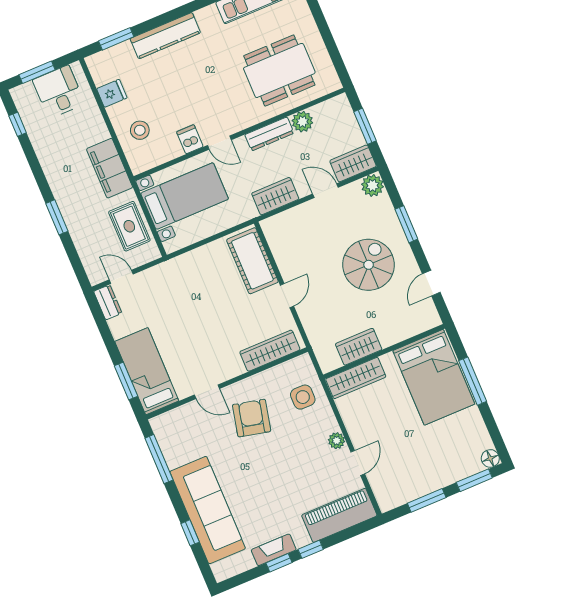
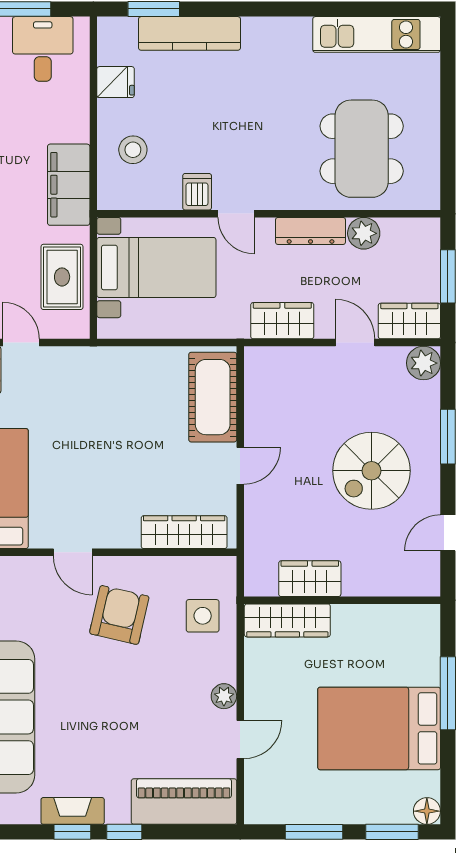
kitchen counter: (165, 36) -> (189, 33), moved
dining table: (279, 70) -> (362, 149), turned 90
spiral stairs: (369, 265) -> (371, 471), turned 180
bed: (434, 377) -> (379, 728), moved, turned 90

